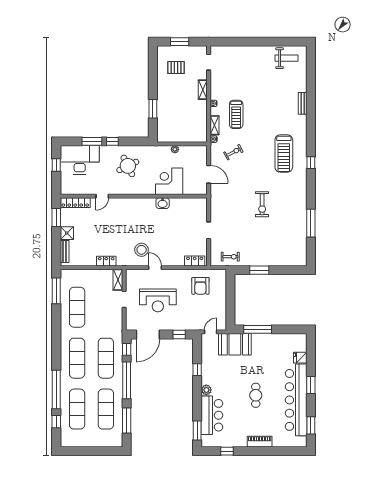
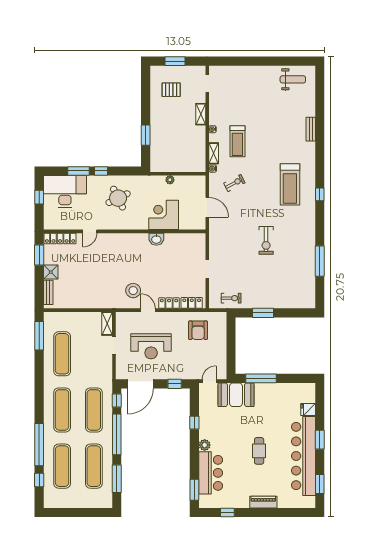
locker: (106, 261) -> (169, 303), moved

